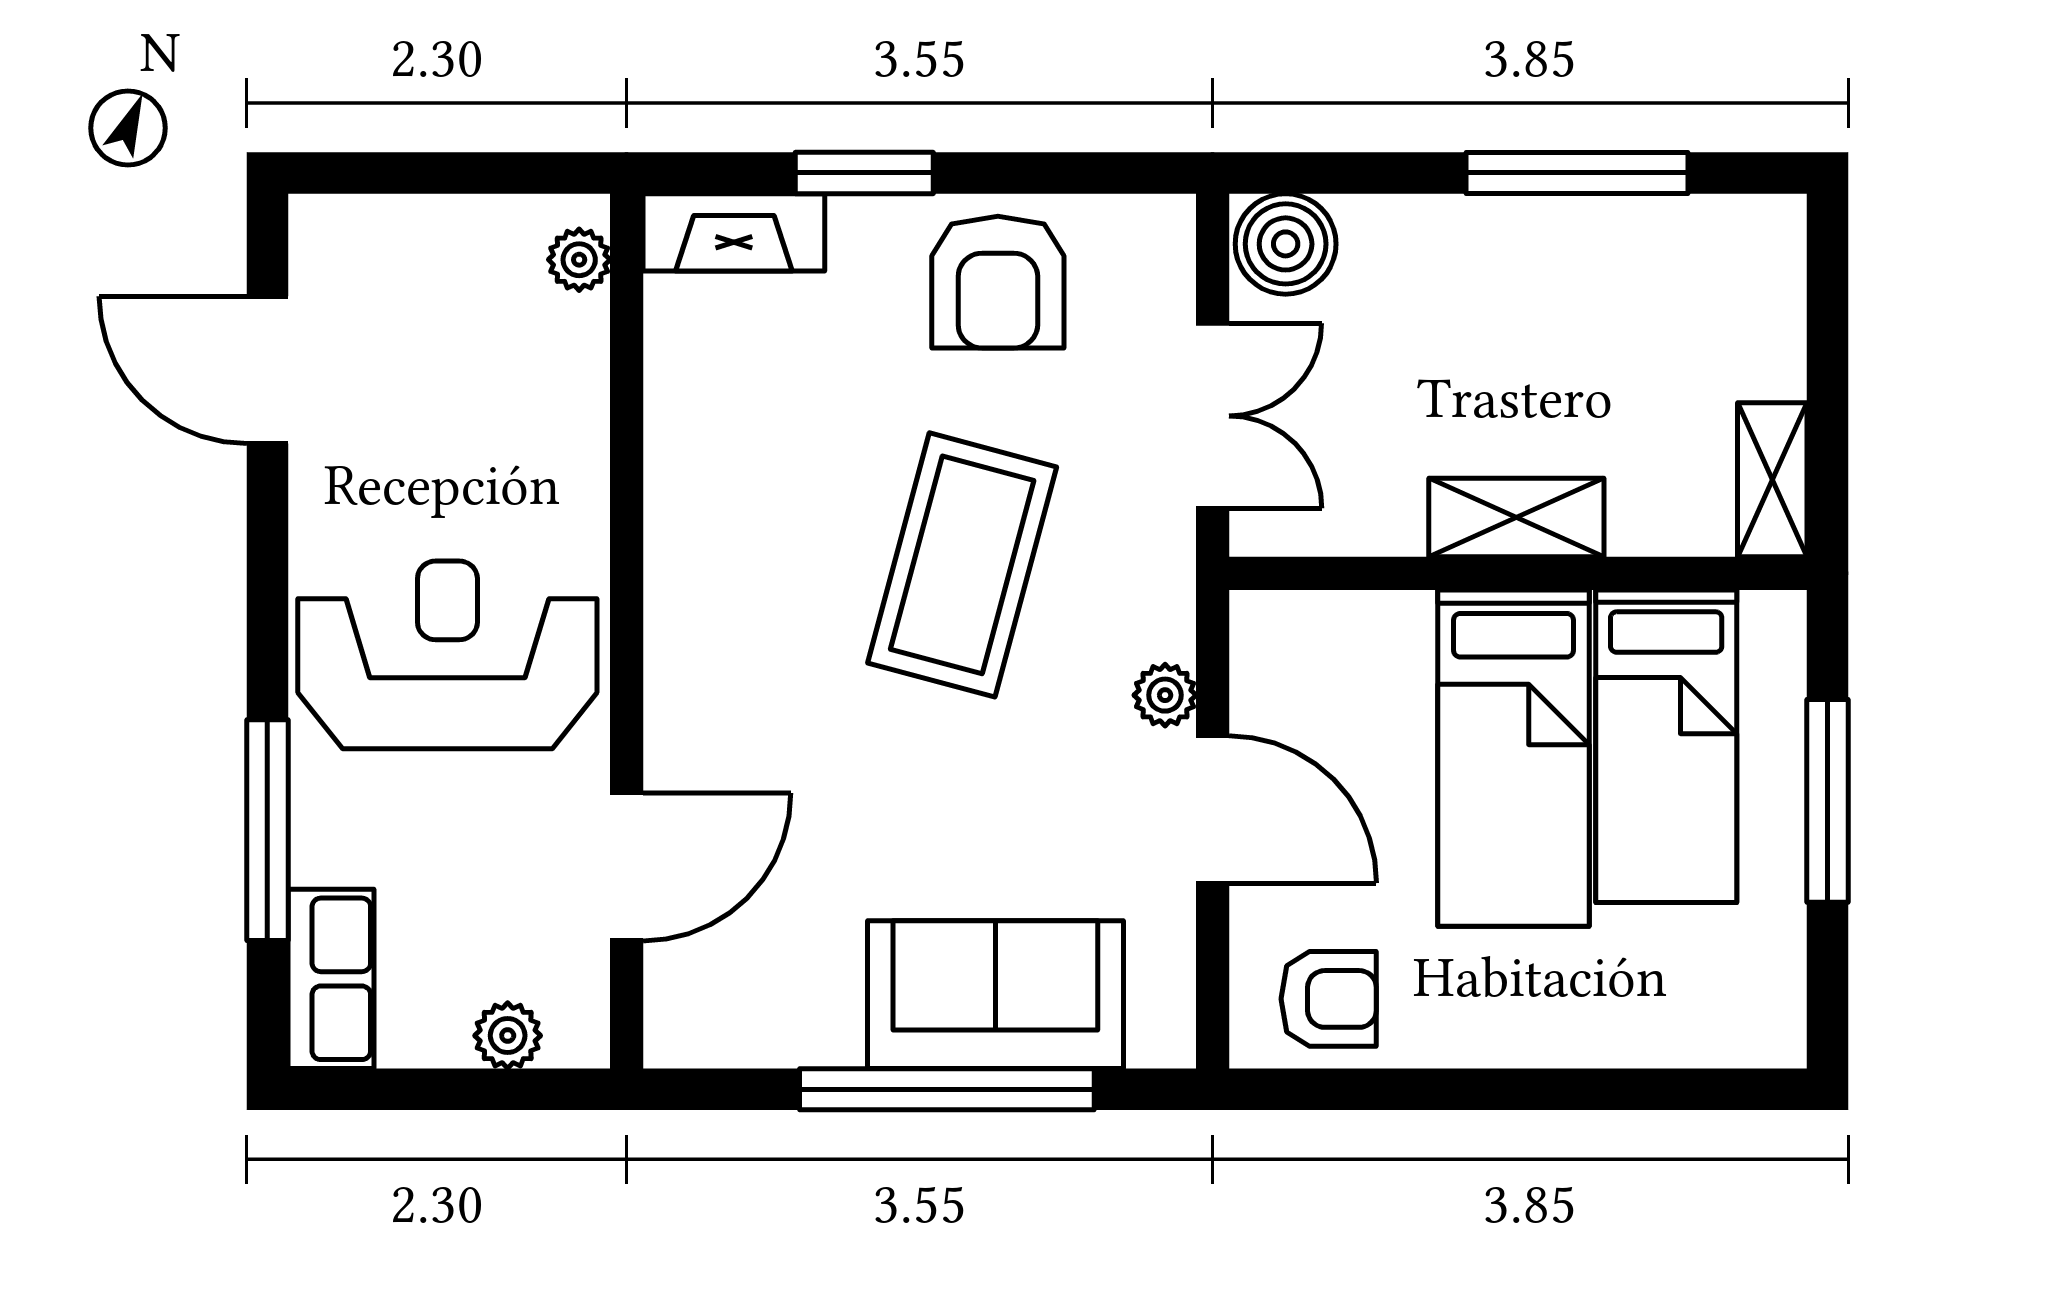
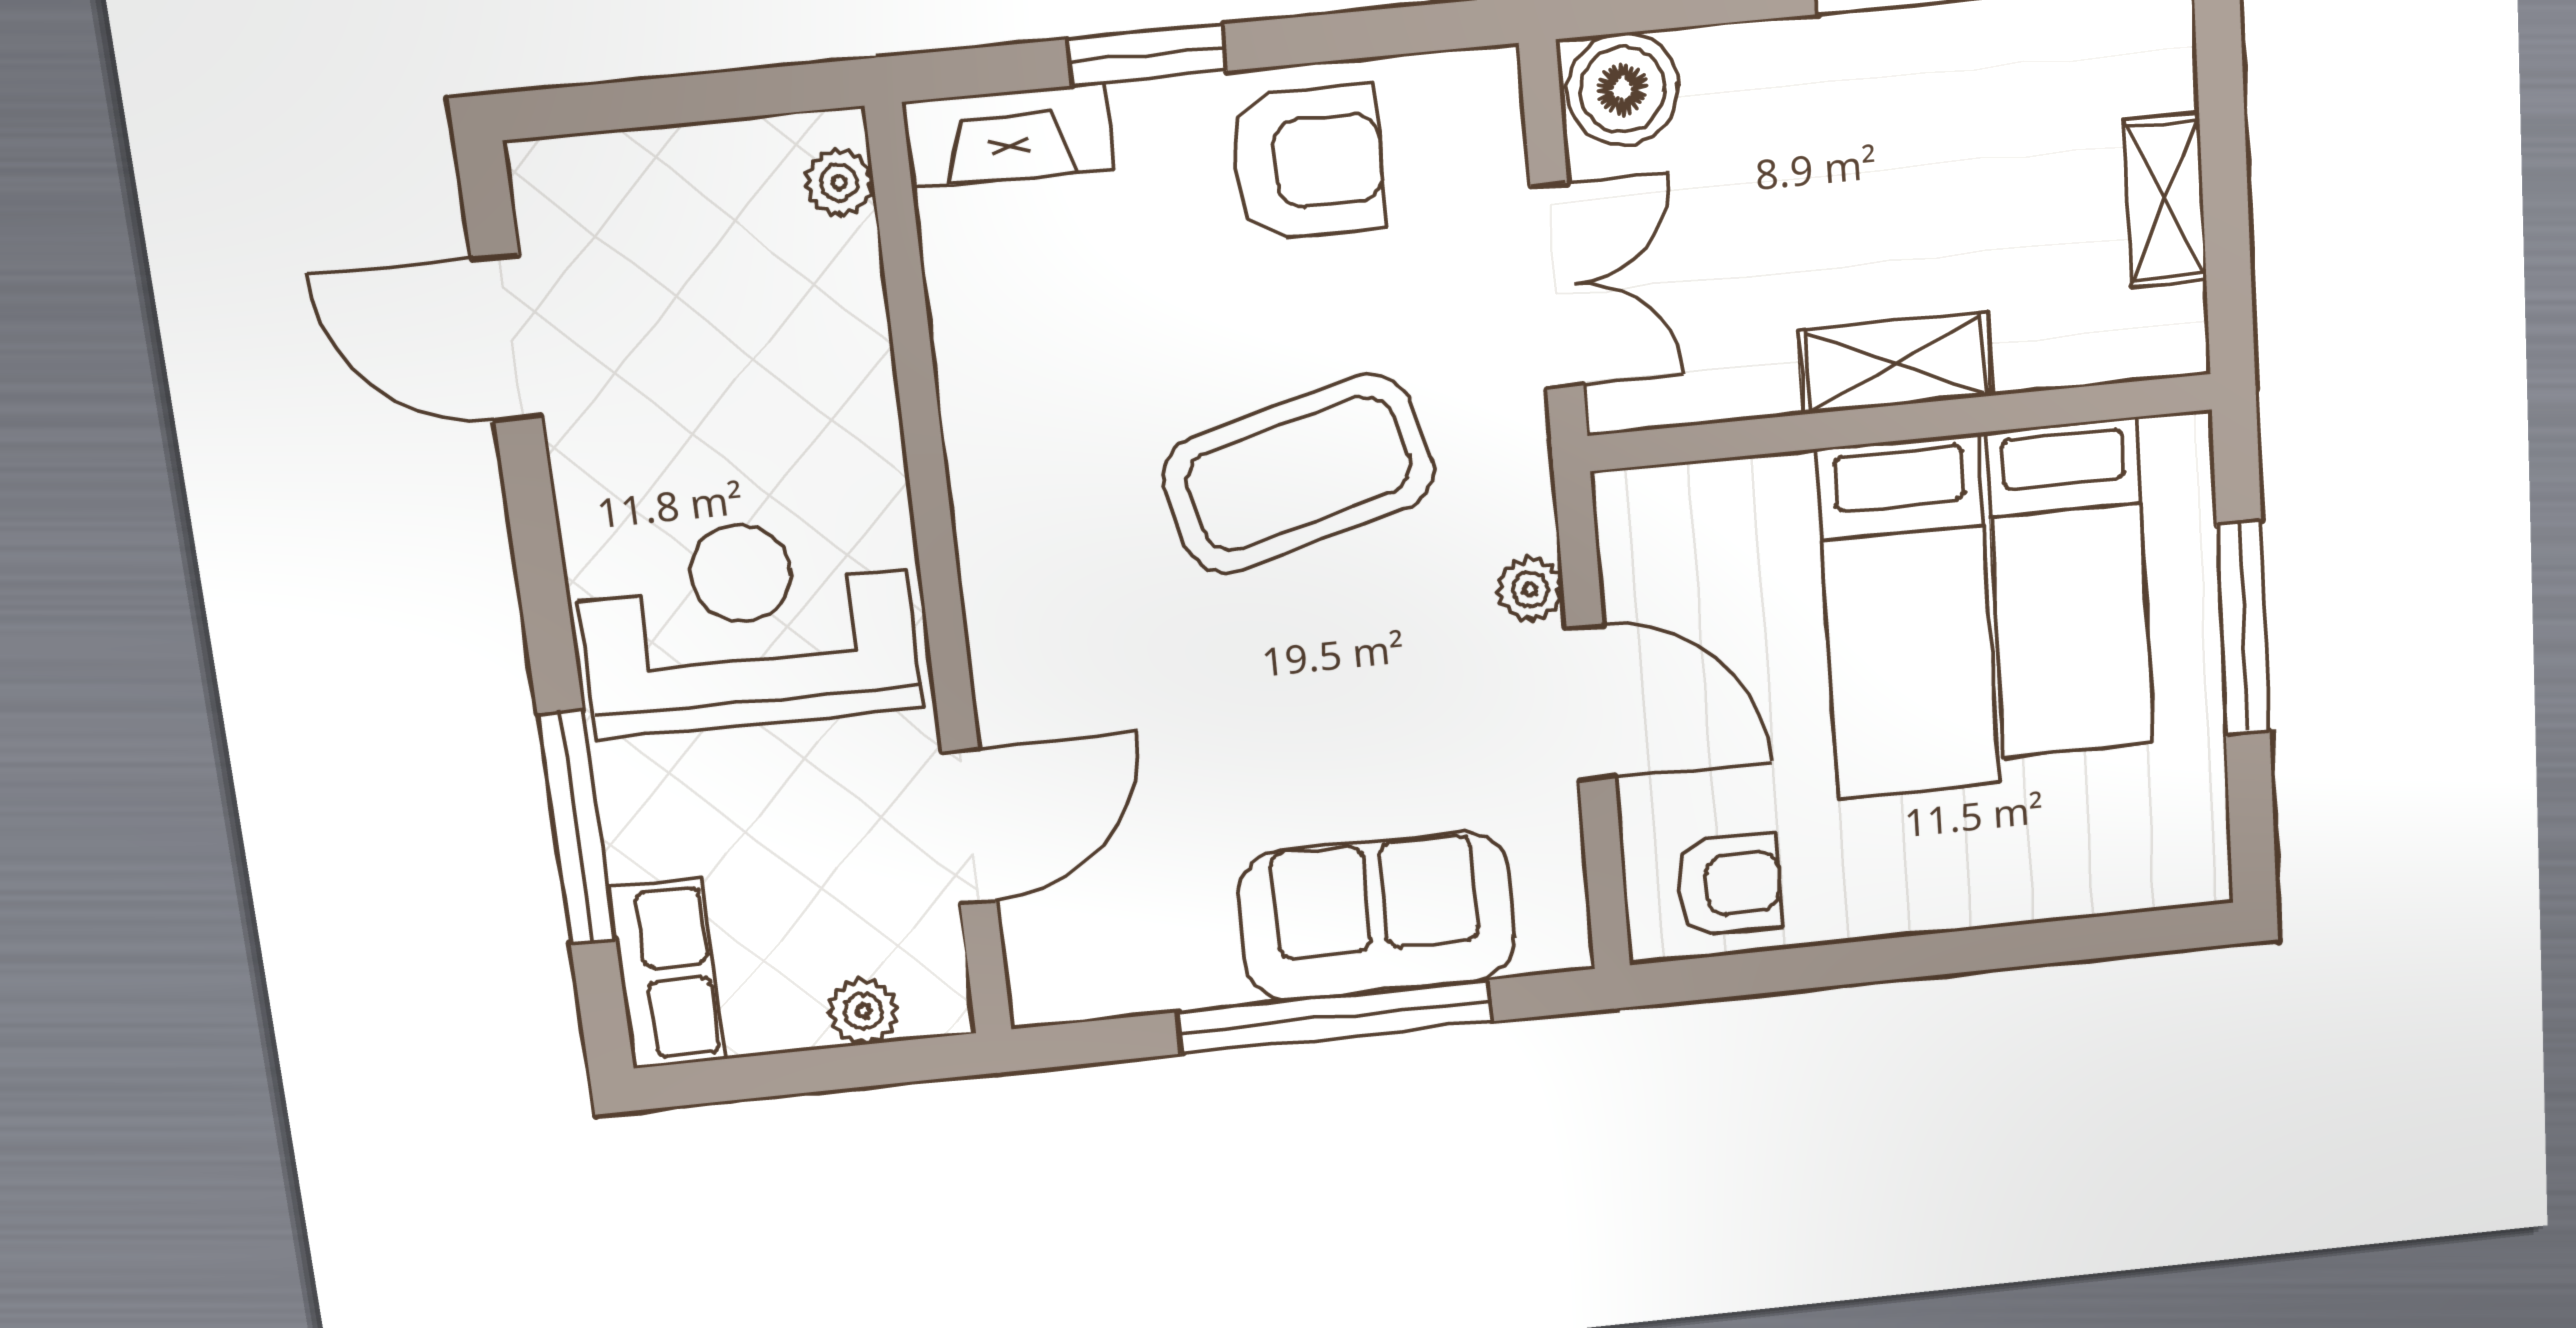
armchair: (998, 282) -> (1308, 162), turned -90
shelving: (1772, 480) -> (2165, 200), moved
coffee table: (962, 565) -> (1298, 474), turned 60

